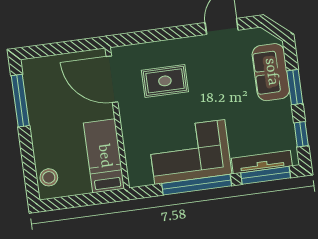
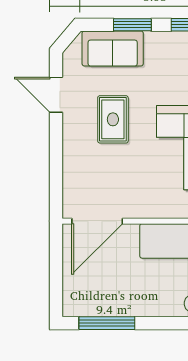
rug: (165, 81) -> (113, 119), moved

